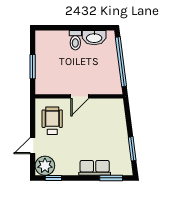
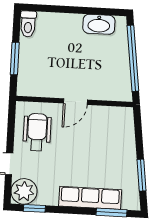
toilet: (75, 40) -> (28, 24), moved
row of seats: (95, 168) -> (90, 198), width x1.48

